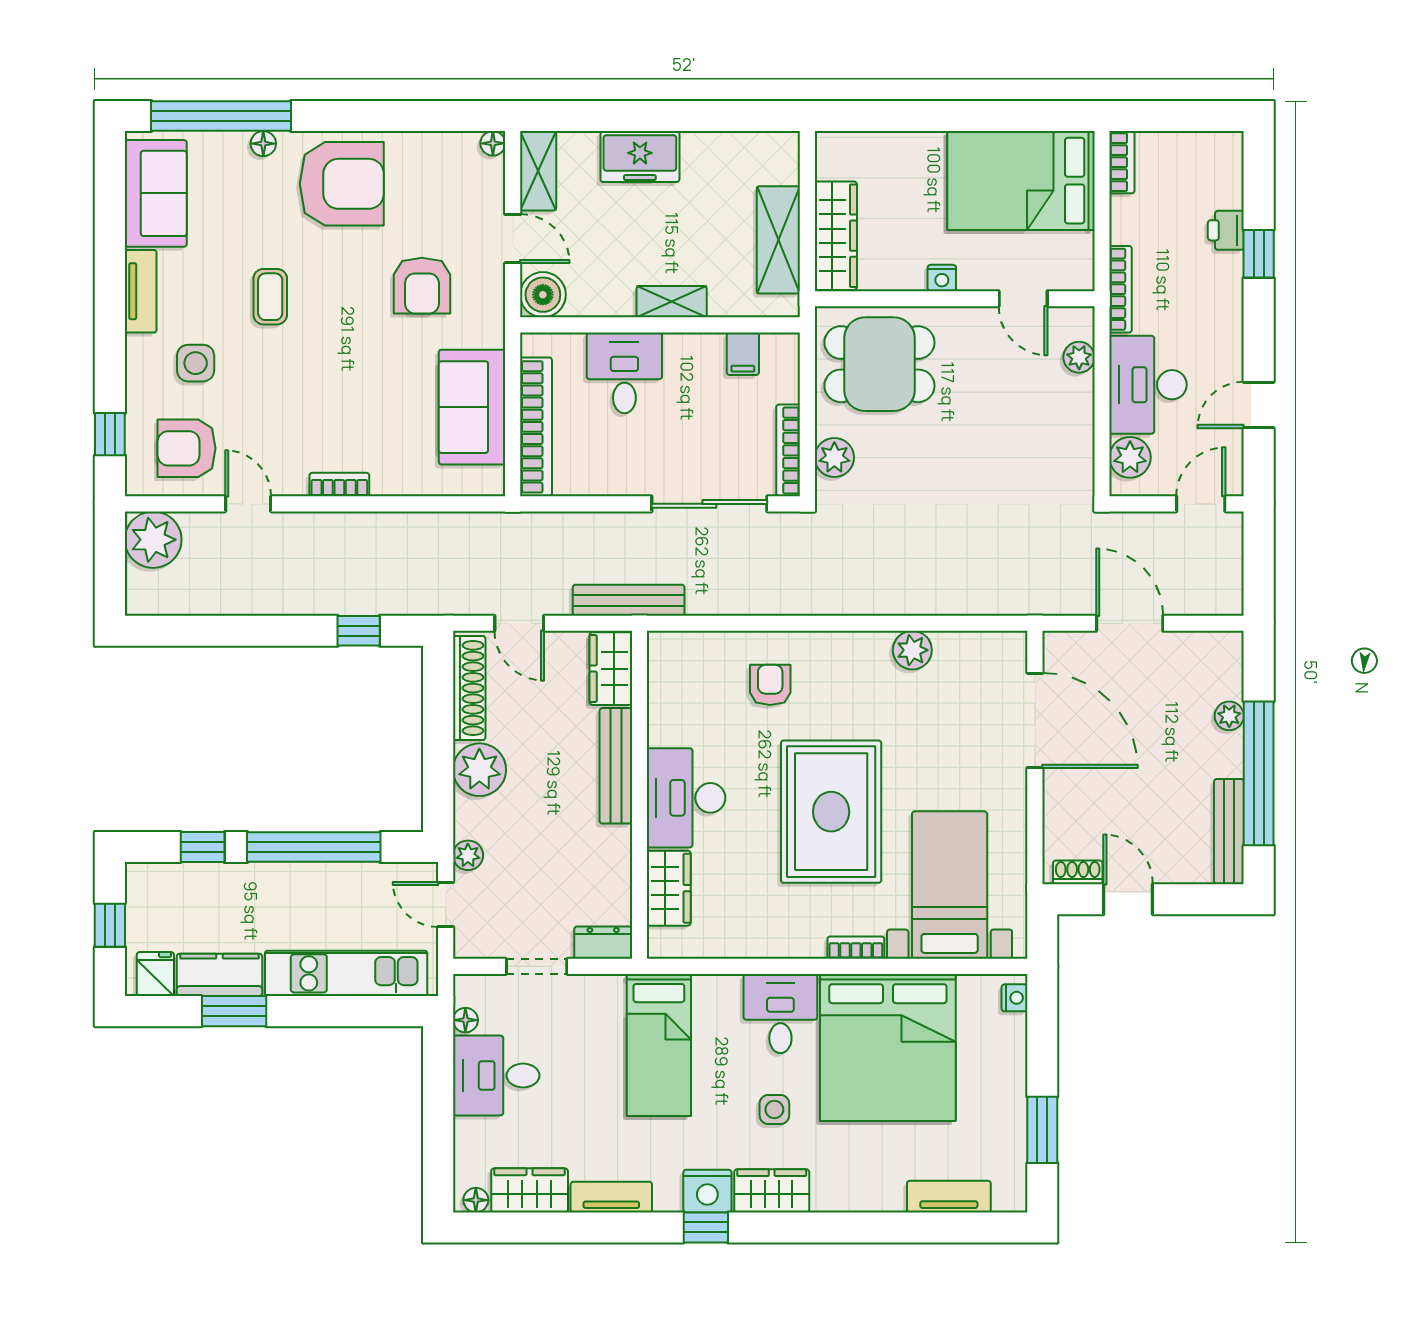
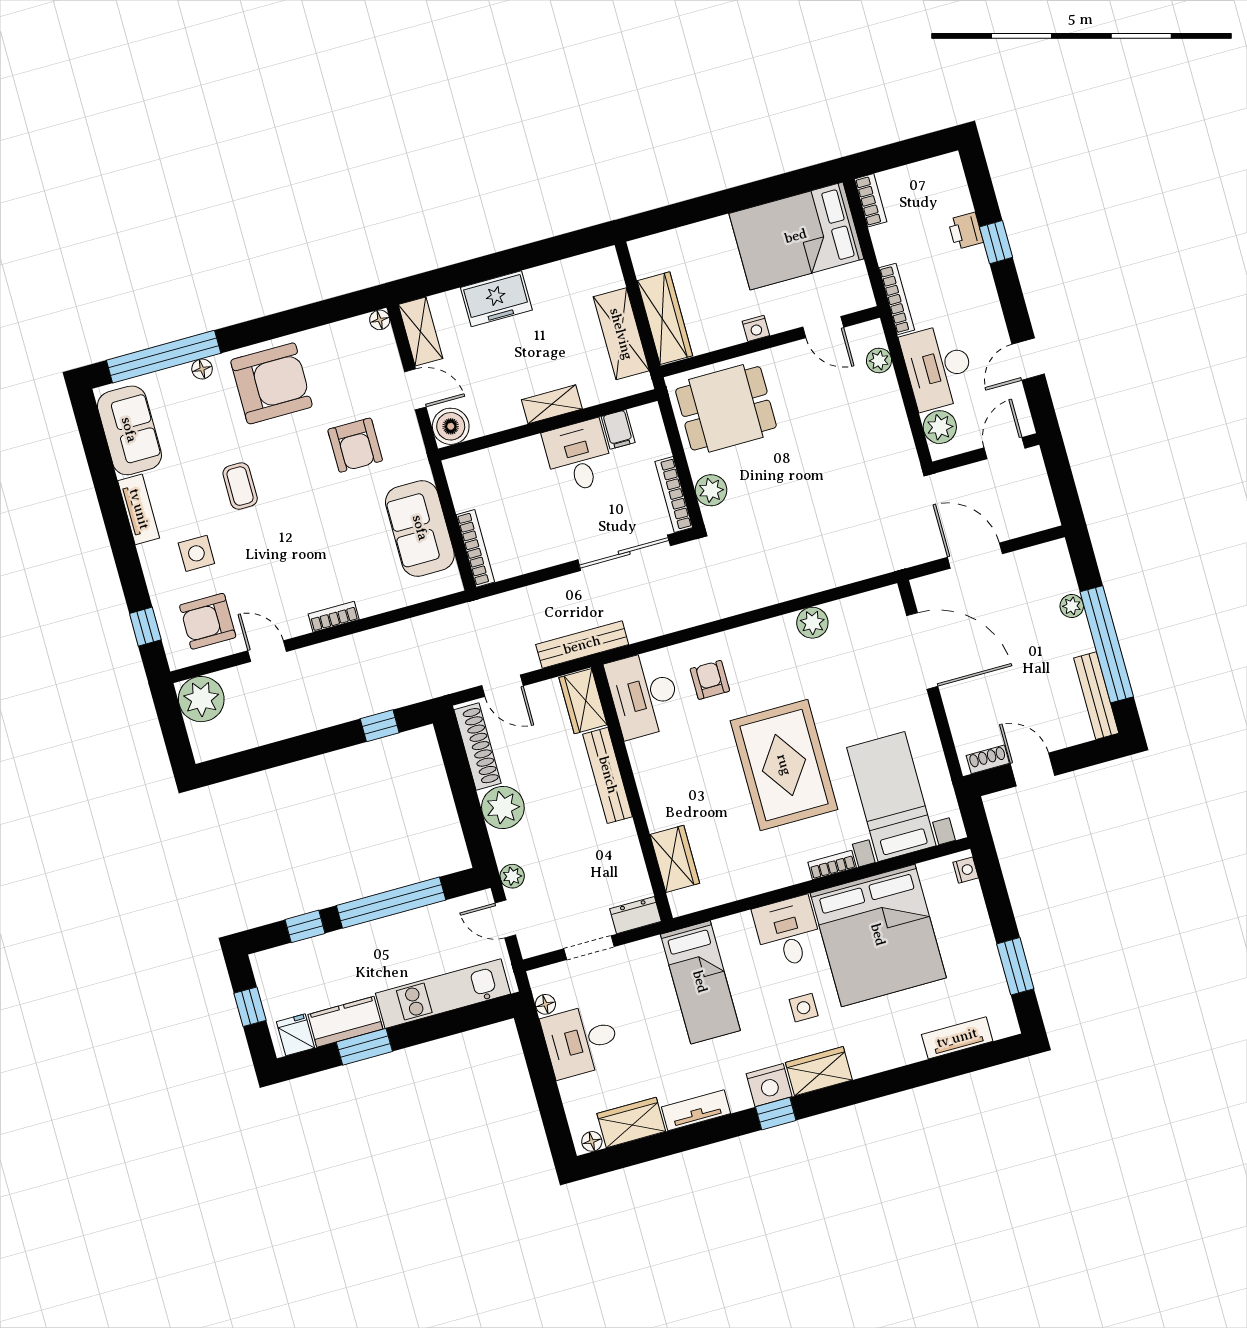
desk: (624, 373) -> (578, 456), moved
bookcase: (536, 427) -> (475, 548), width x0.68, depth x0.76
desk: (686, 798) -> (644, 694), moved

